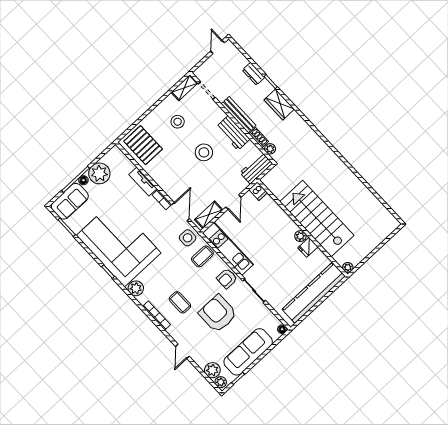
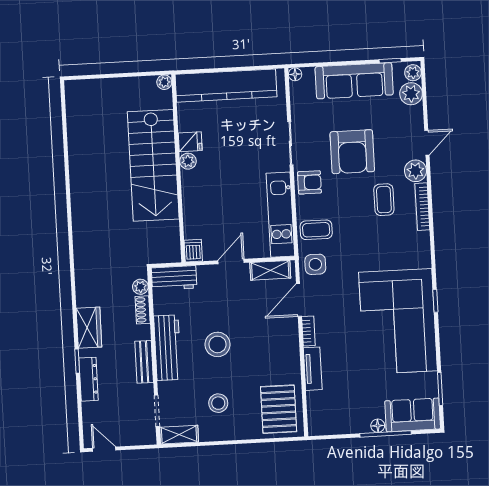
door: (218, 47) -> (104, 449), swing flipped
dresser: (254, 74) -> (89, 379), width x1.44
bench: (239, 115) -> (144, 362), width x0.73
workbench: (233, 133) -> (167, 348), width x1.37
plant: (99, 173) -> (354, 418), removed
plant: (136, 288) -> (415, 171), moved

